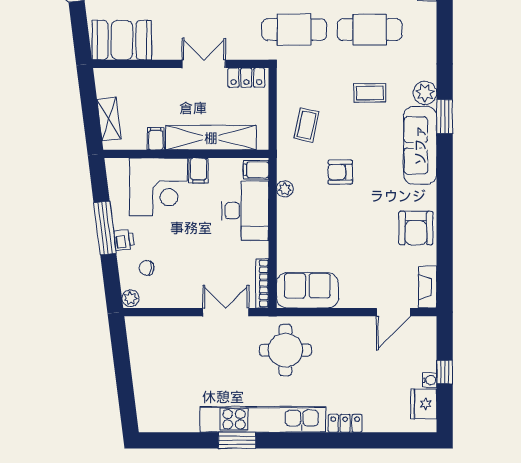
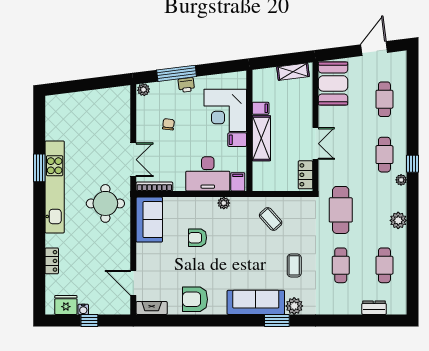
cafe table: (370, 30) -> (341, 265), width x0.73, depth x0.74
shelving: (109, 119) -> (293, 72), moved
coffee table: (307, 125) -> (271, 219), turned 36
shelving: (211, 138) -> (261, 138), width x0.68
armchair: (340, 172) -> (198, 238), moved, turned -90
window: (105, 228) -> (177, 73), moved
chair: (146, 268) -> (168, 124), moved
locker: (345, 423) -> (52, 261), moved

